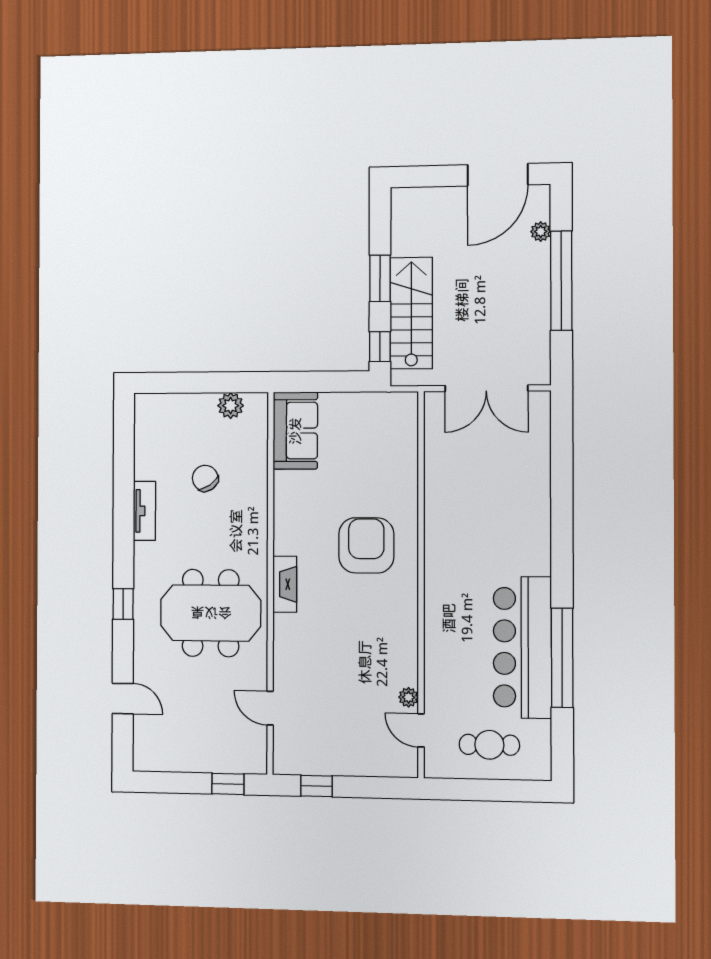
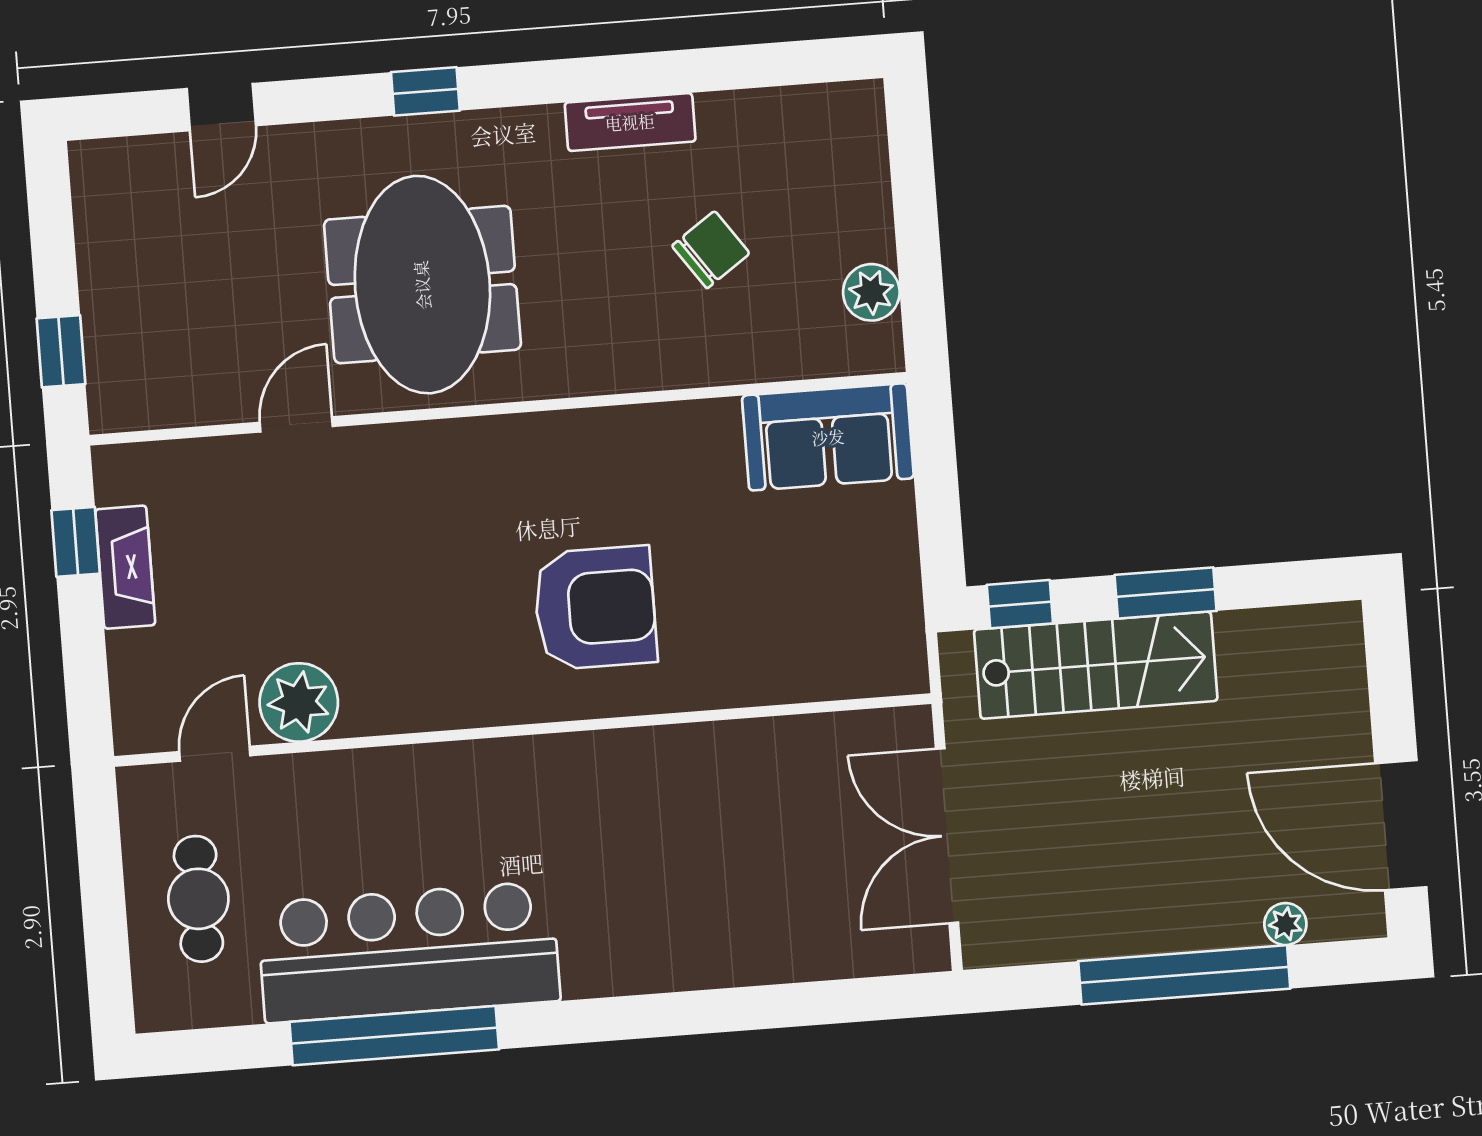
fireplace: (285, 584) -> (125, 567), moved, turned -90
plant: (409, 697) -> (299, 702), width x1.88, depth x1.88
door: (270, 708) -> (296, 424), moved

